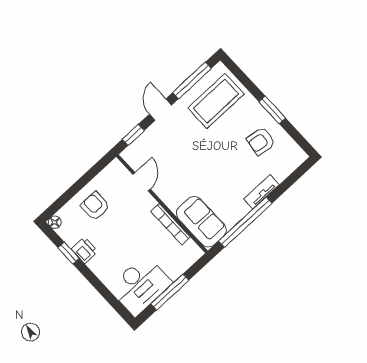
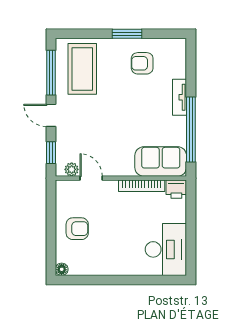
armchair: (261, 141) -> (142, 63), turned 82
plant: (135, 162) -> (72, 169), added
armchair: (95, 206) -> (77, 229), turned 180
printer: (84, 250) -> (176, 189), moved, turned 180
window: (69, 253) -> (94, 280), removed
window: (170, 292) -> (191, 232), removed

